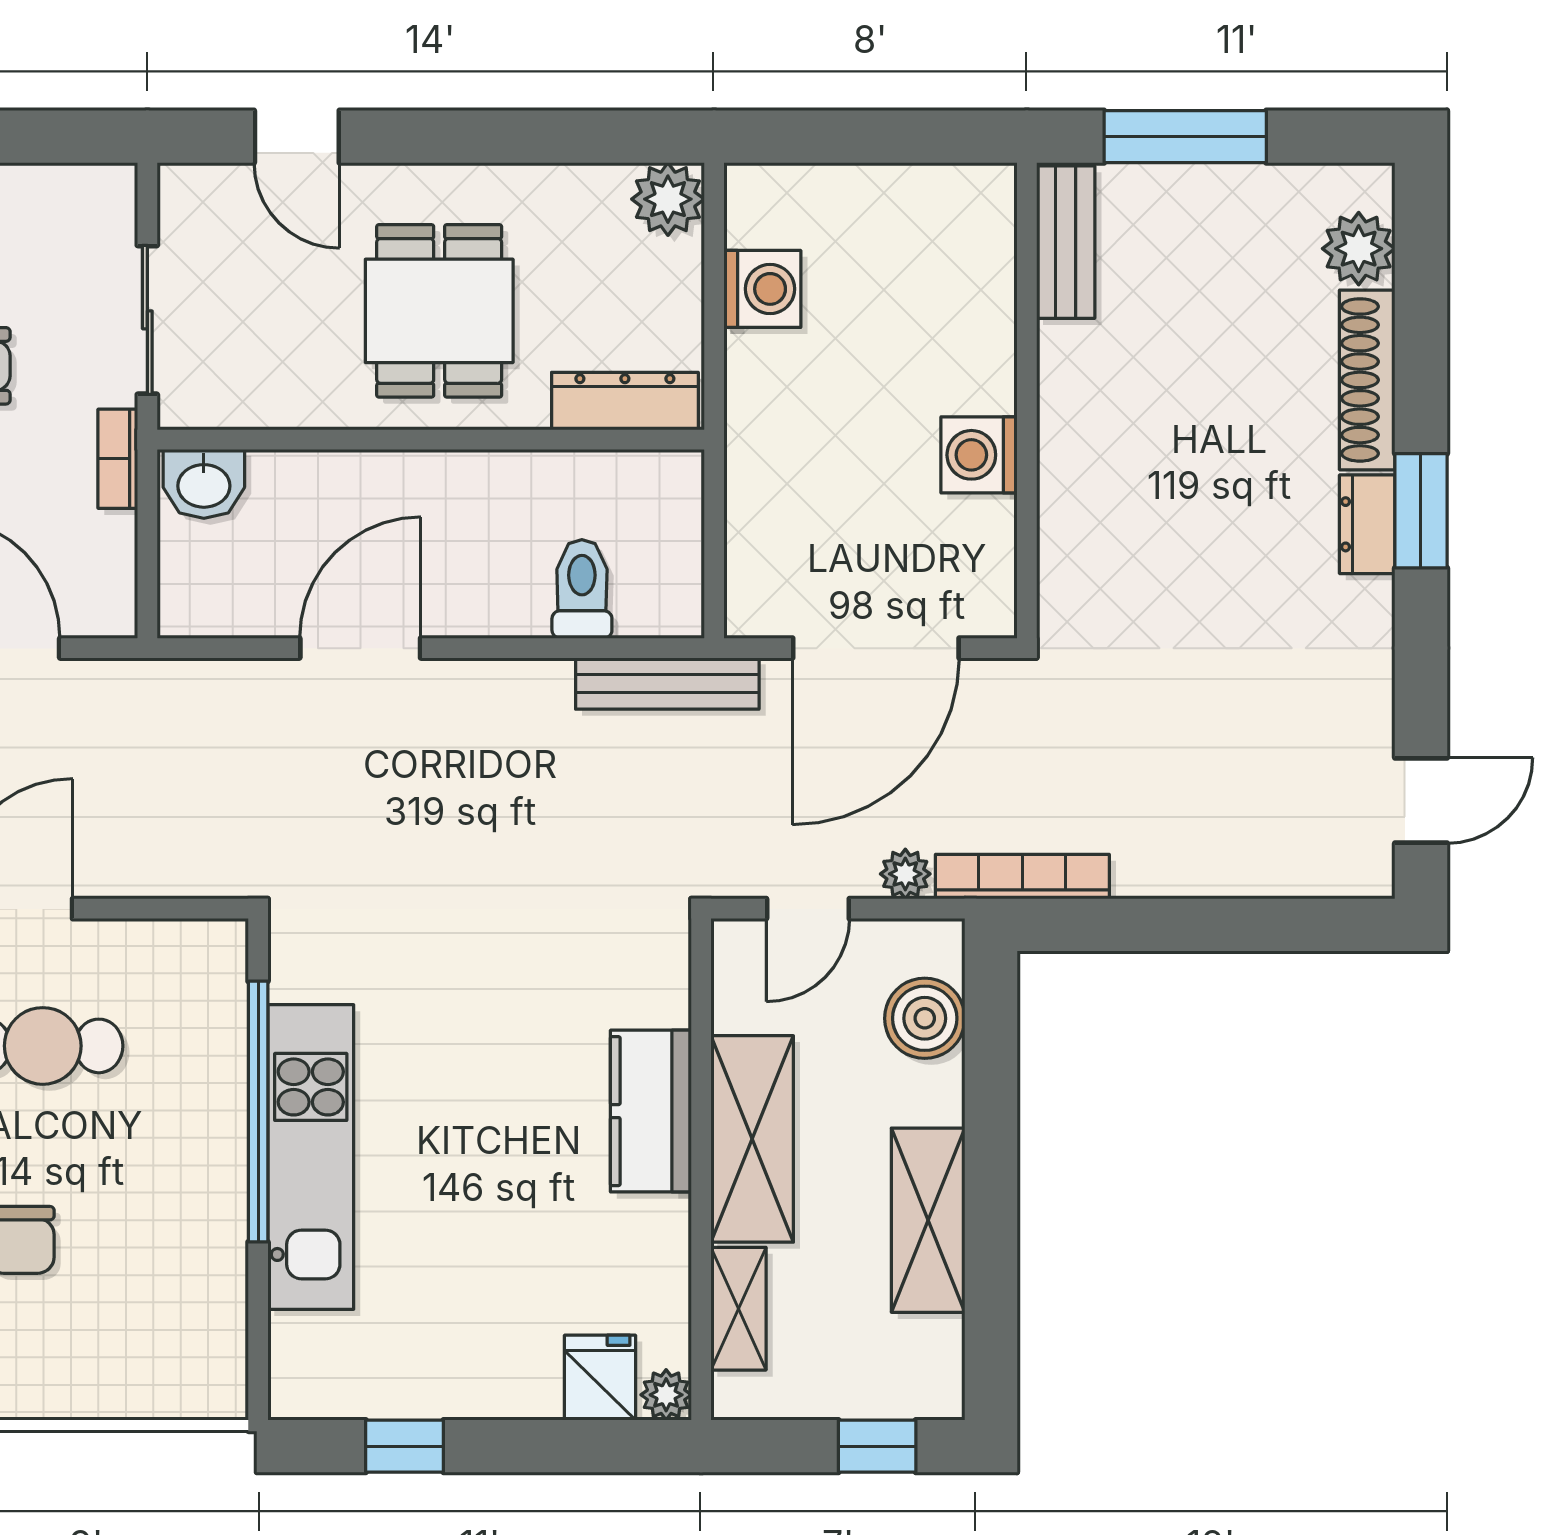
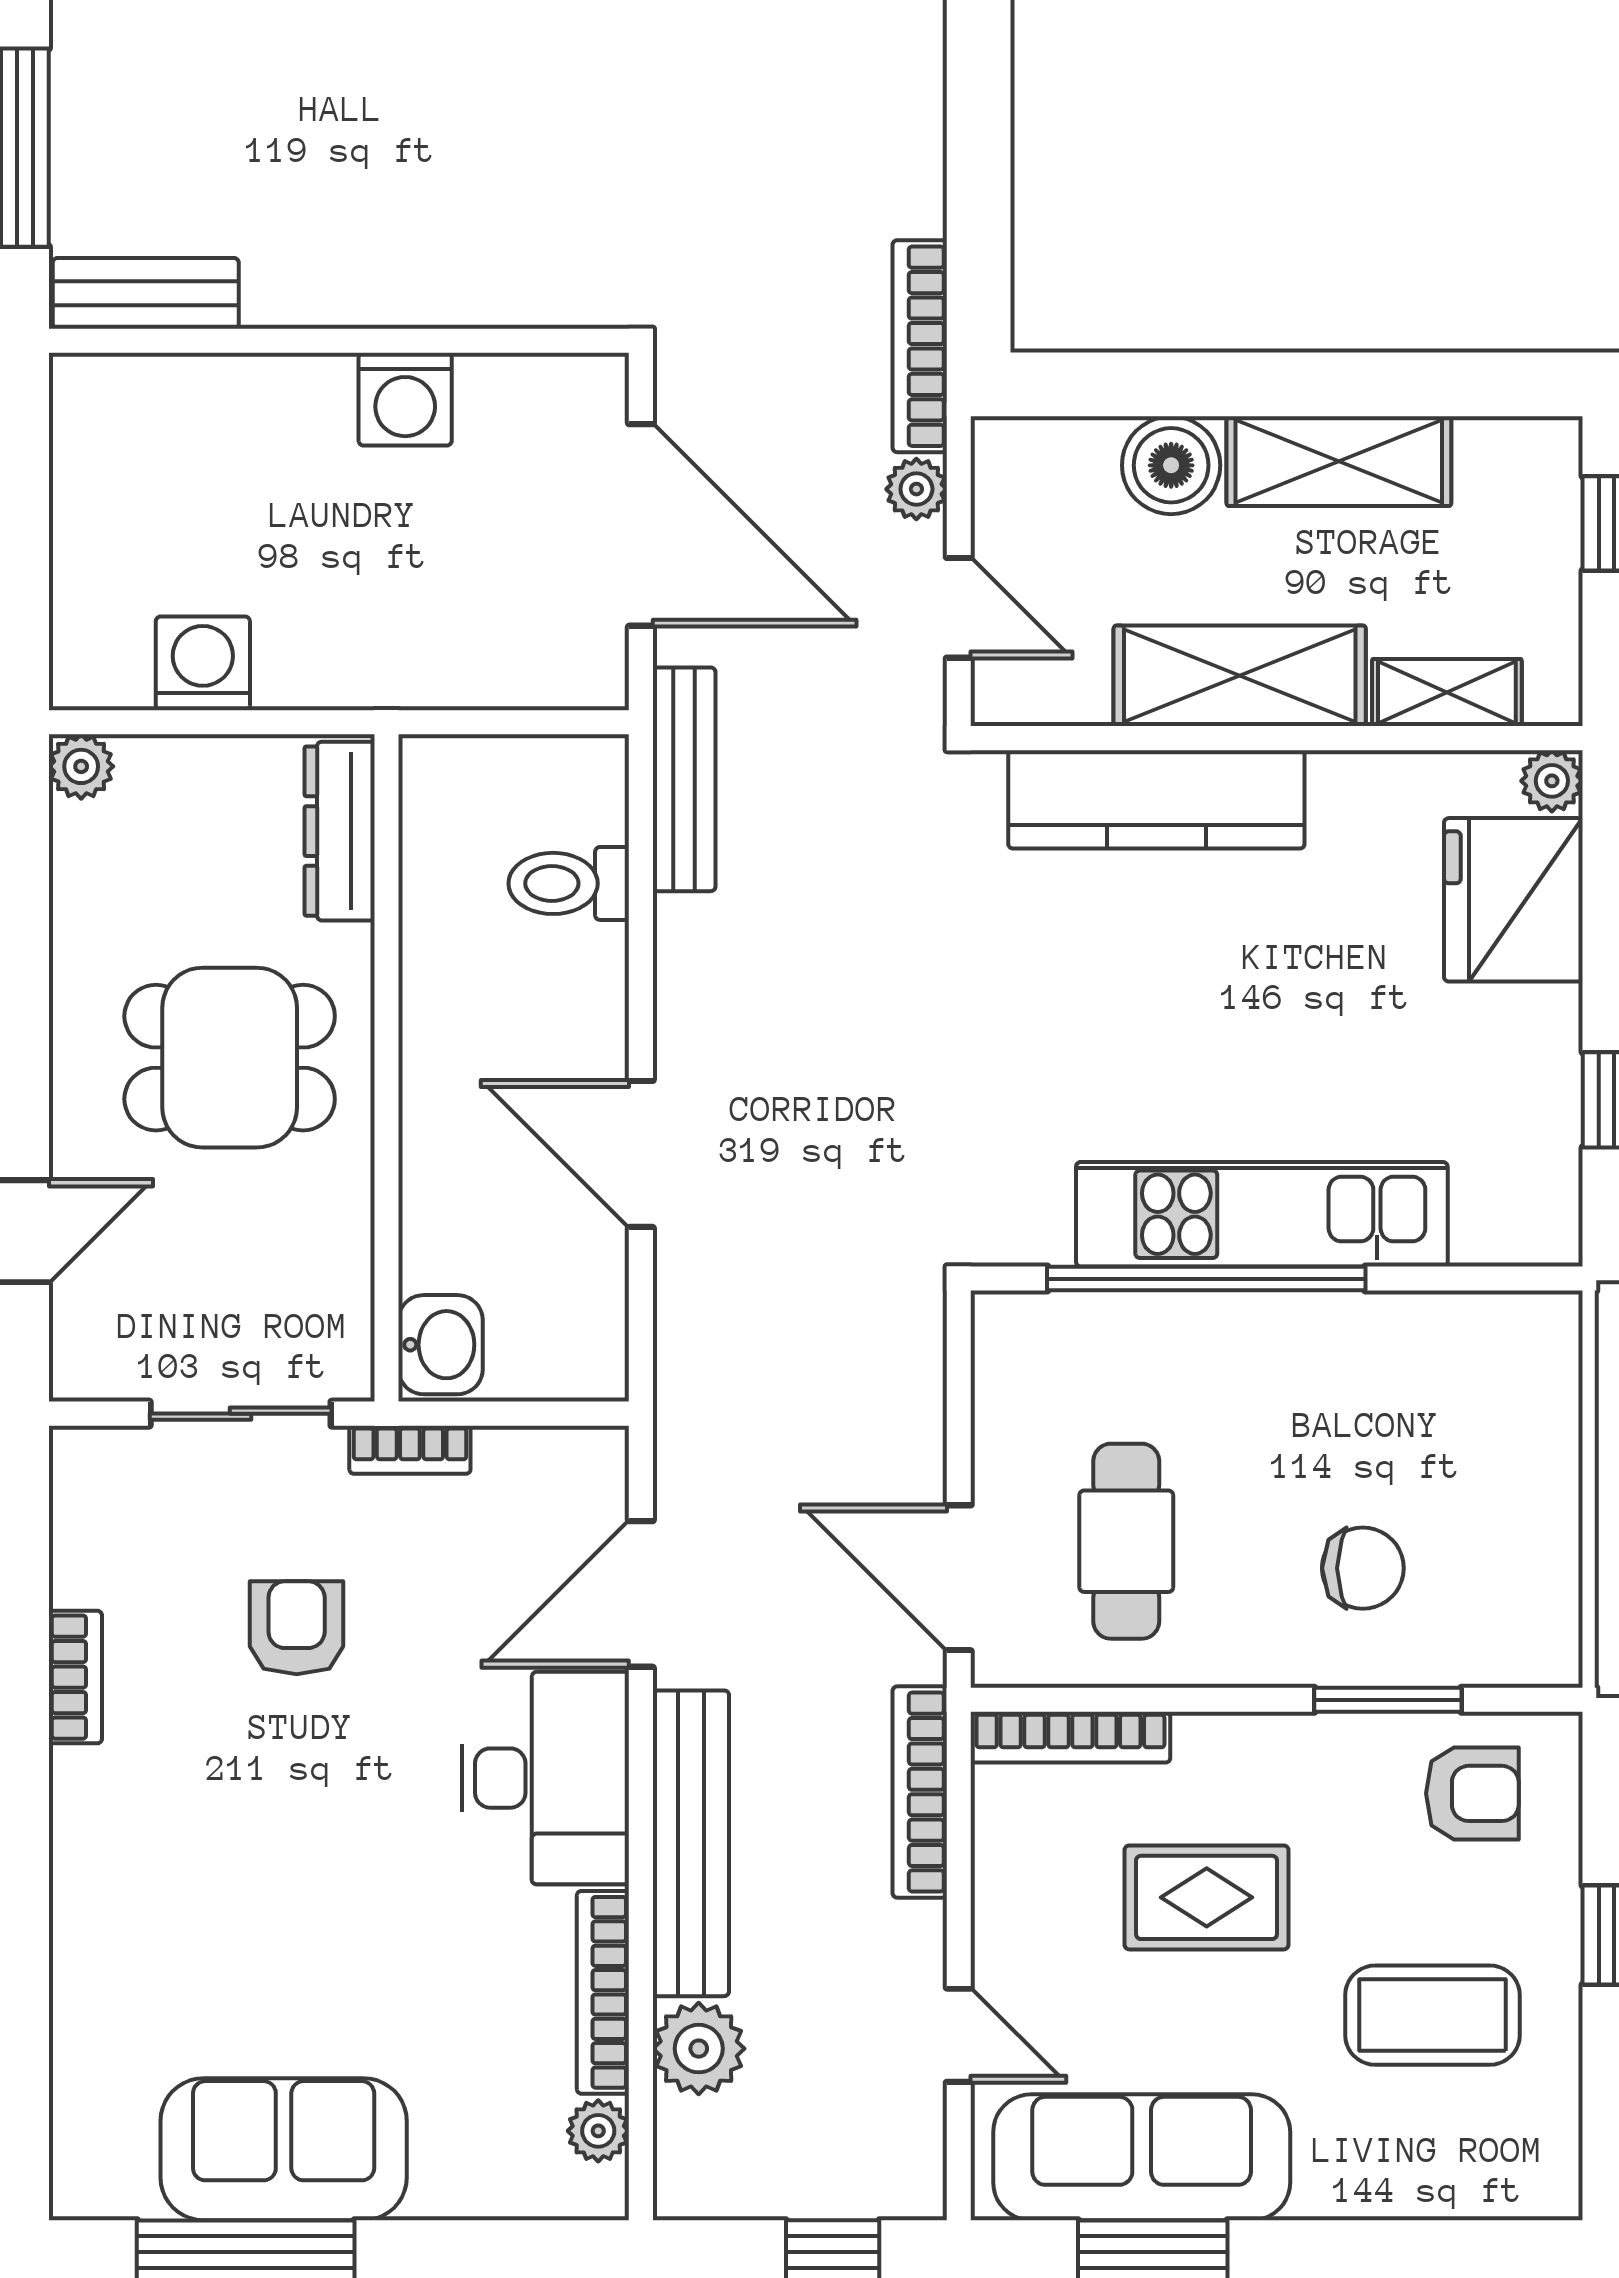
plant: (668, 199) -> (81, 766), width x0.73, depth x0.73
boiler: (925, 1018) -> (1171, 465), moved
kitchen counter: (651, 1111) -> (1156, 799), width x1.50
fridge: (600, 1378) -> (1513, 900), width x1.88, depth x1.34

